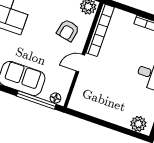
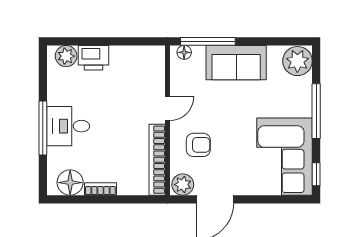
armchair: (68, 30) -> (198, 145), turned 78
printer: (120, 116) -> (93, 58), added

